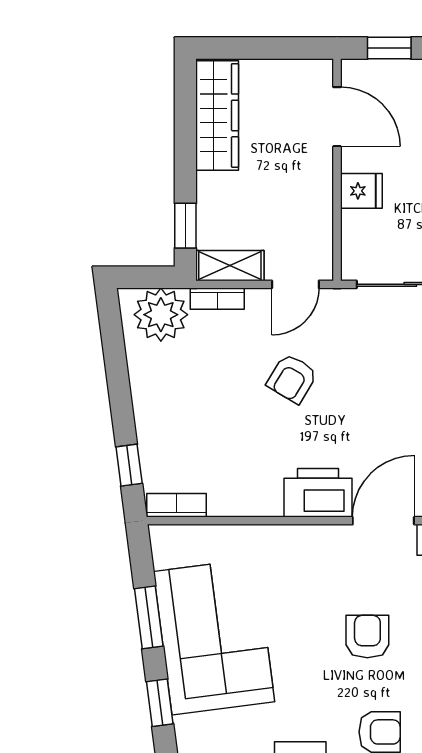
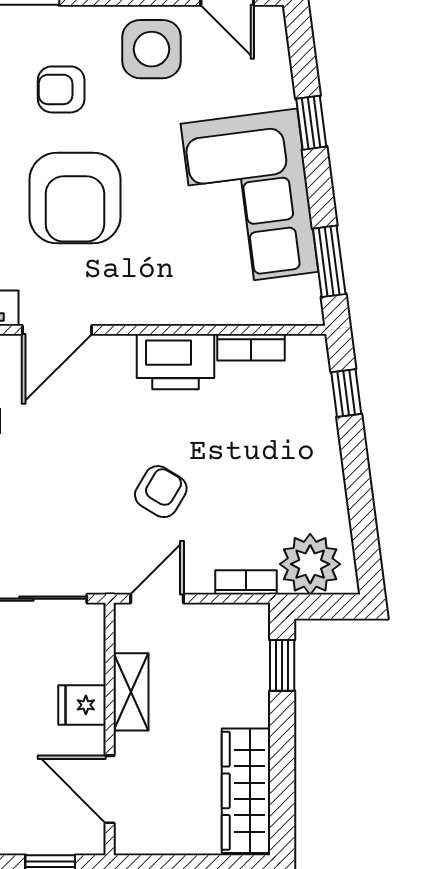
shelving: (230, 266) -> (131, 692), moved, turned 90
printer: (318, 493) -> (176, 362), moved
bookcase: (176, 505) -> (251, 347), moved
window: (149, 617) -> (329, 261), moved
armchair: (367, 636) -> (75, 198), width x1.88, depth x1.88

